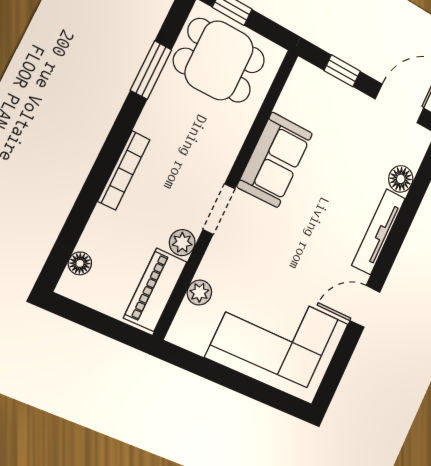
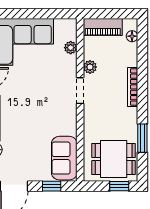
sofa: (275, 160) -> (64, 158), moved
piano: (155, 290) -> (103, 27), moved, turned 90

